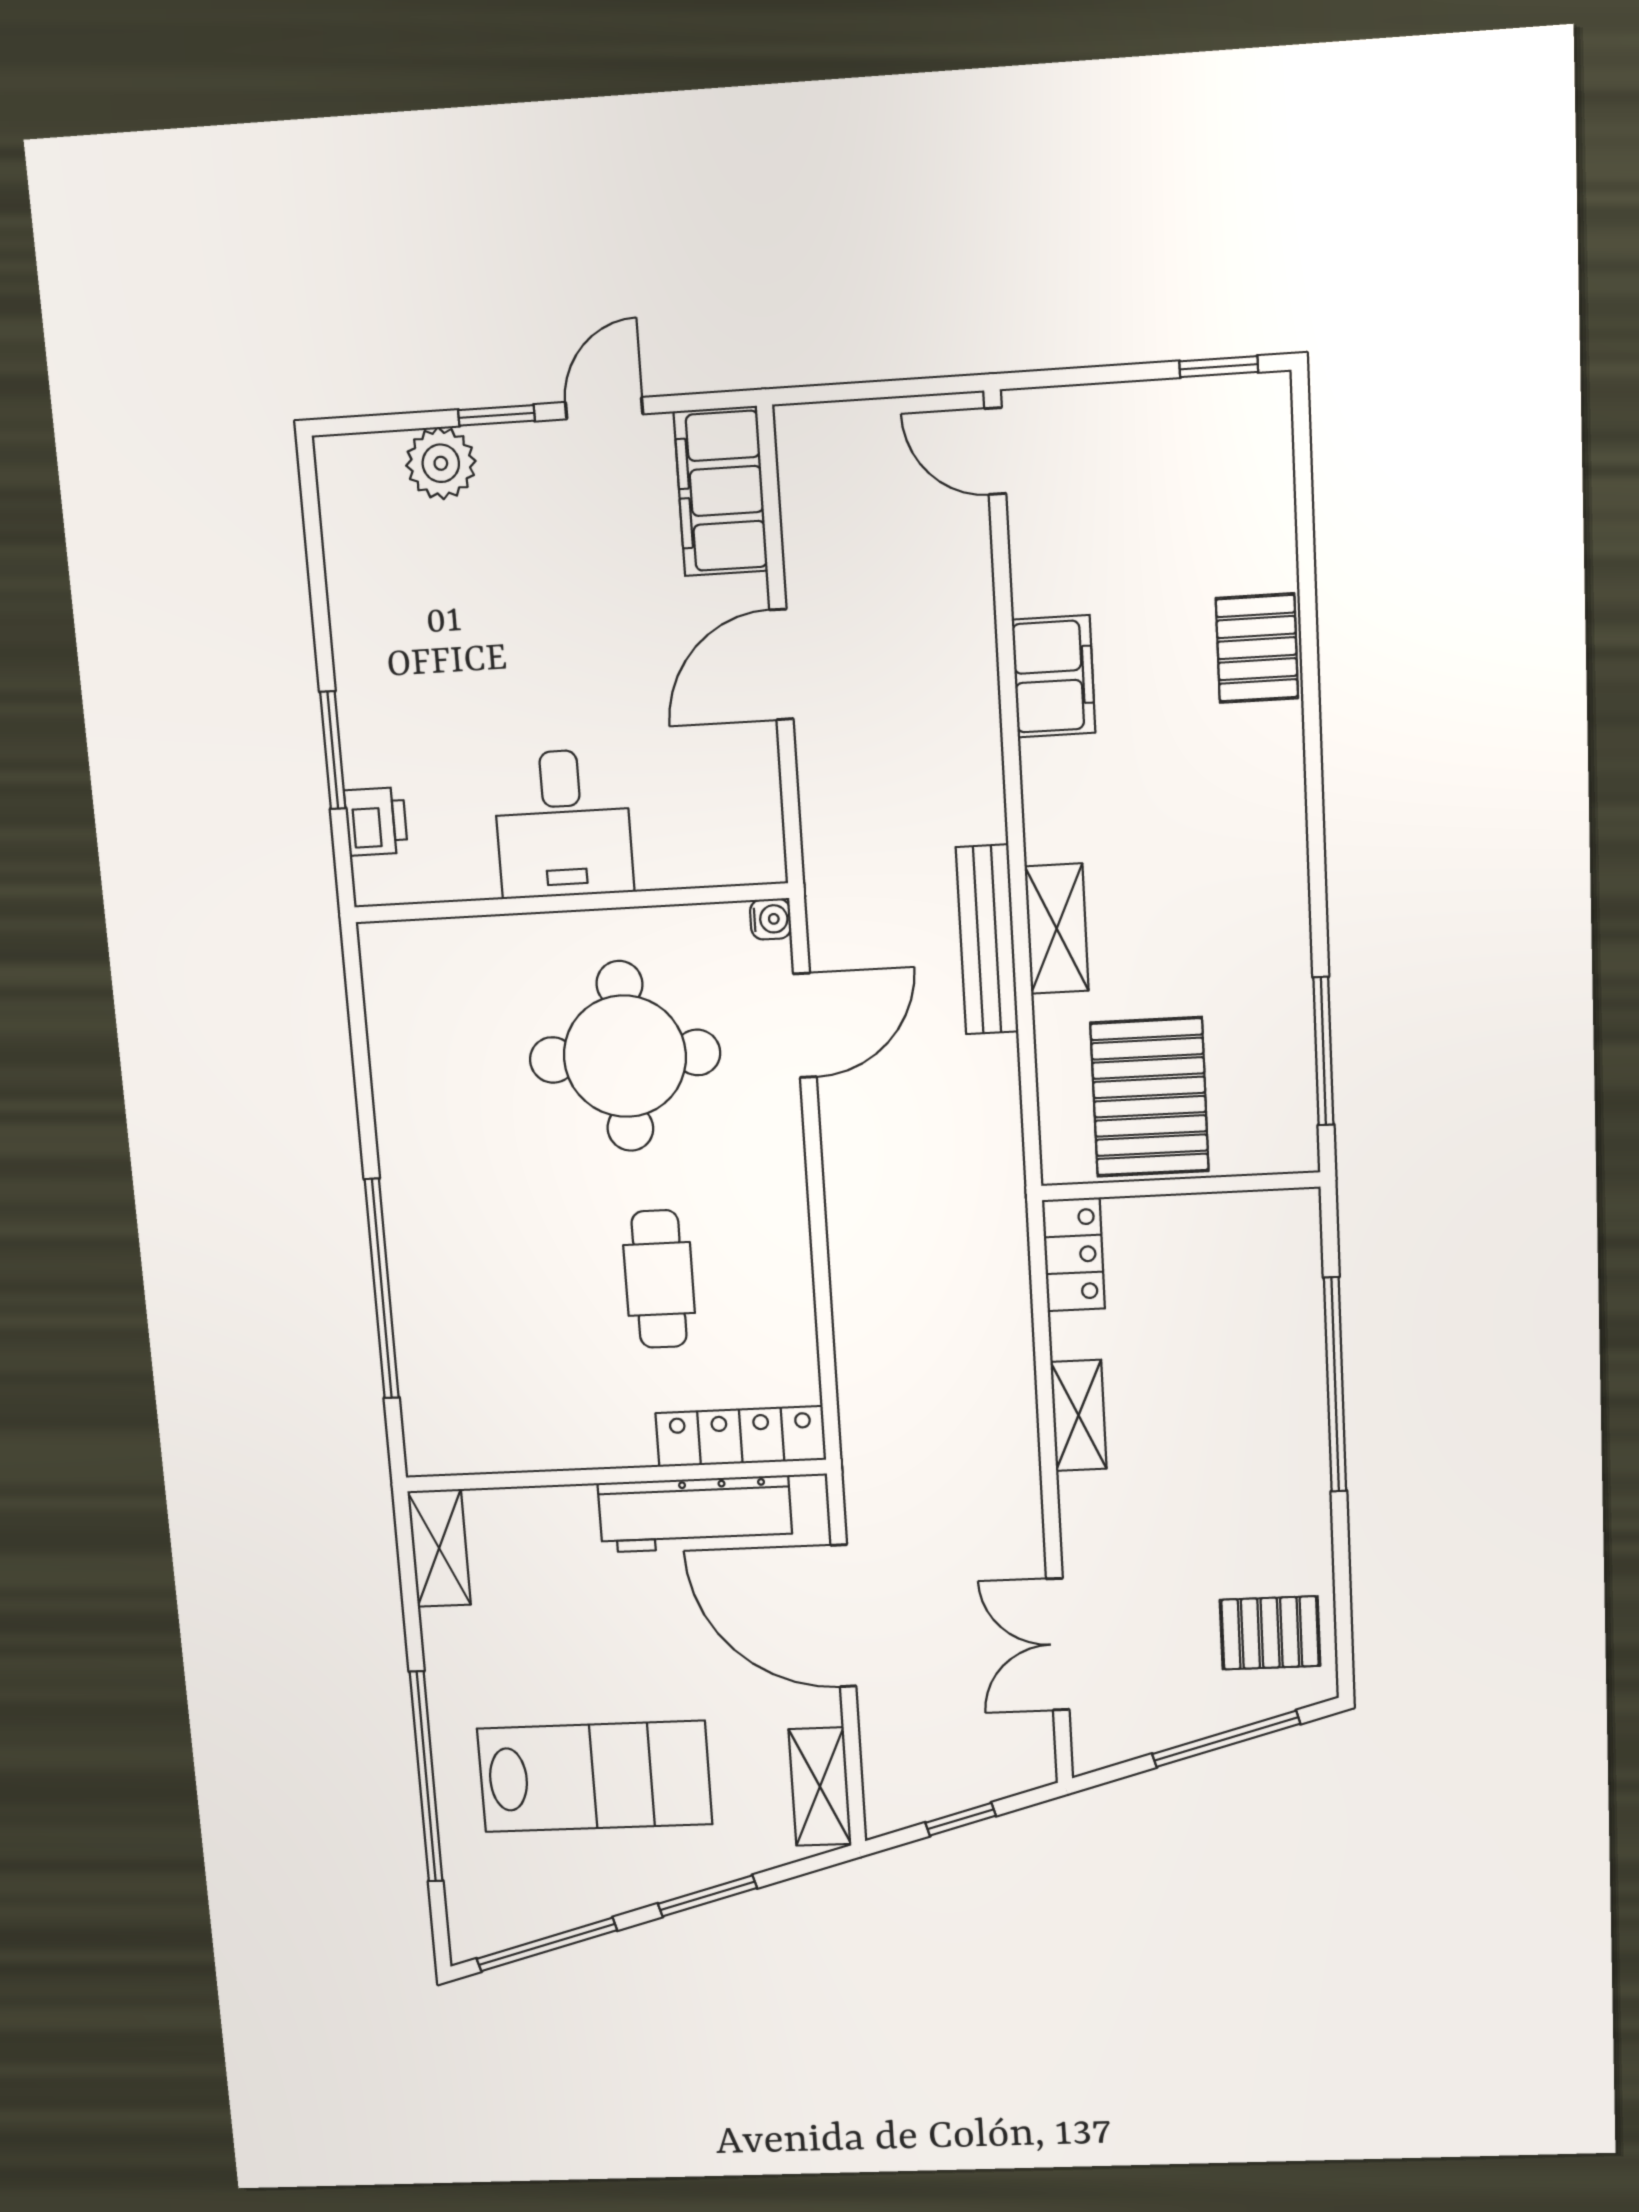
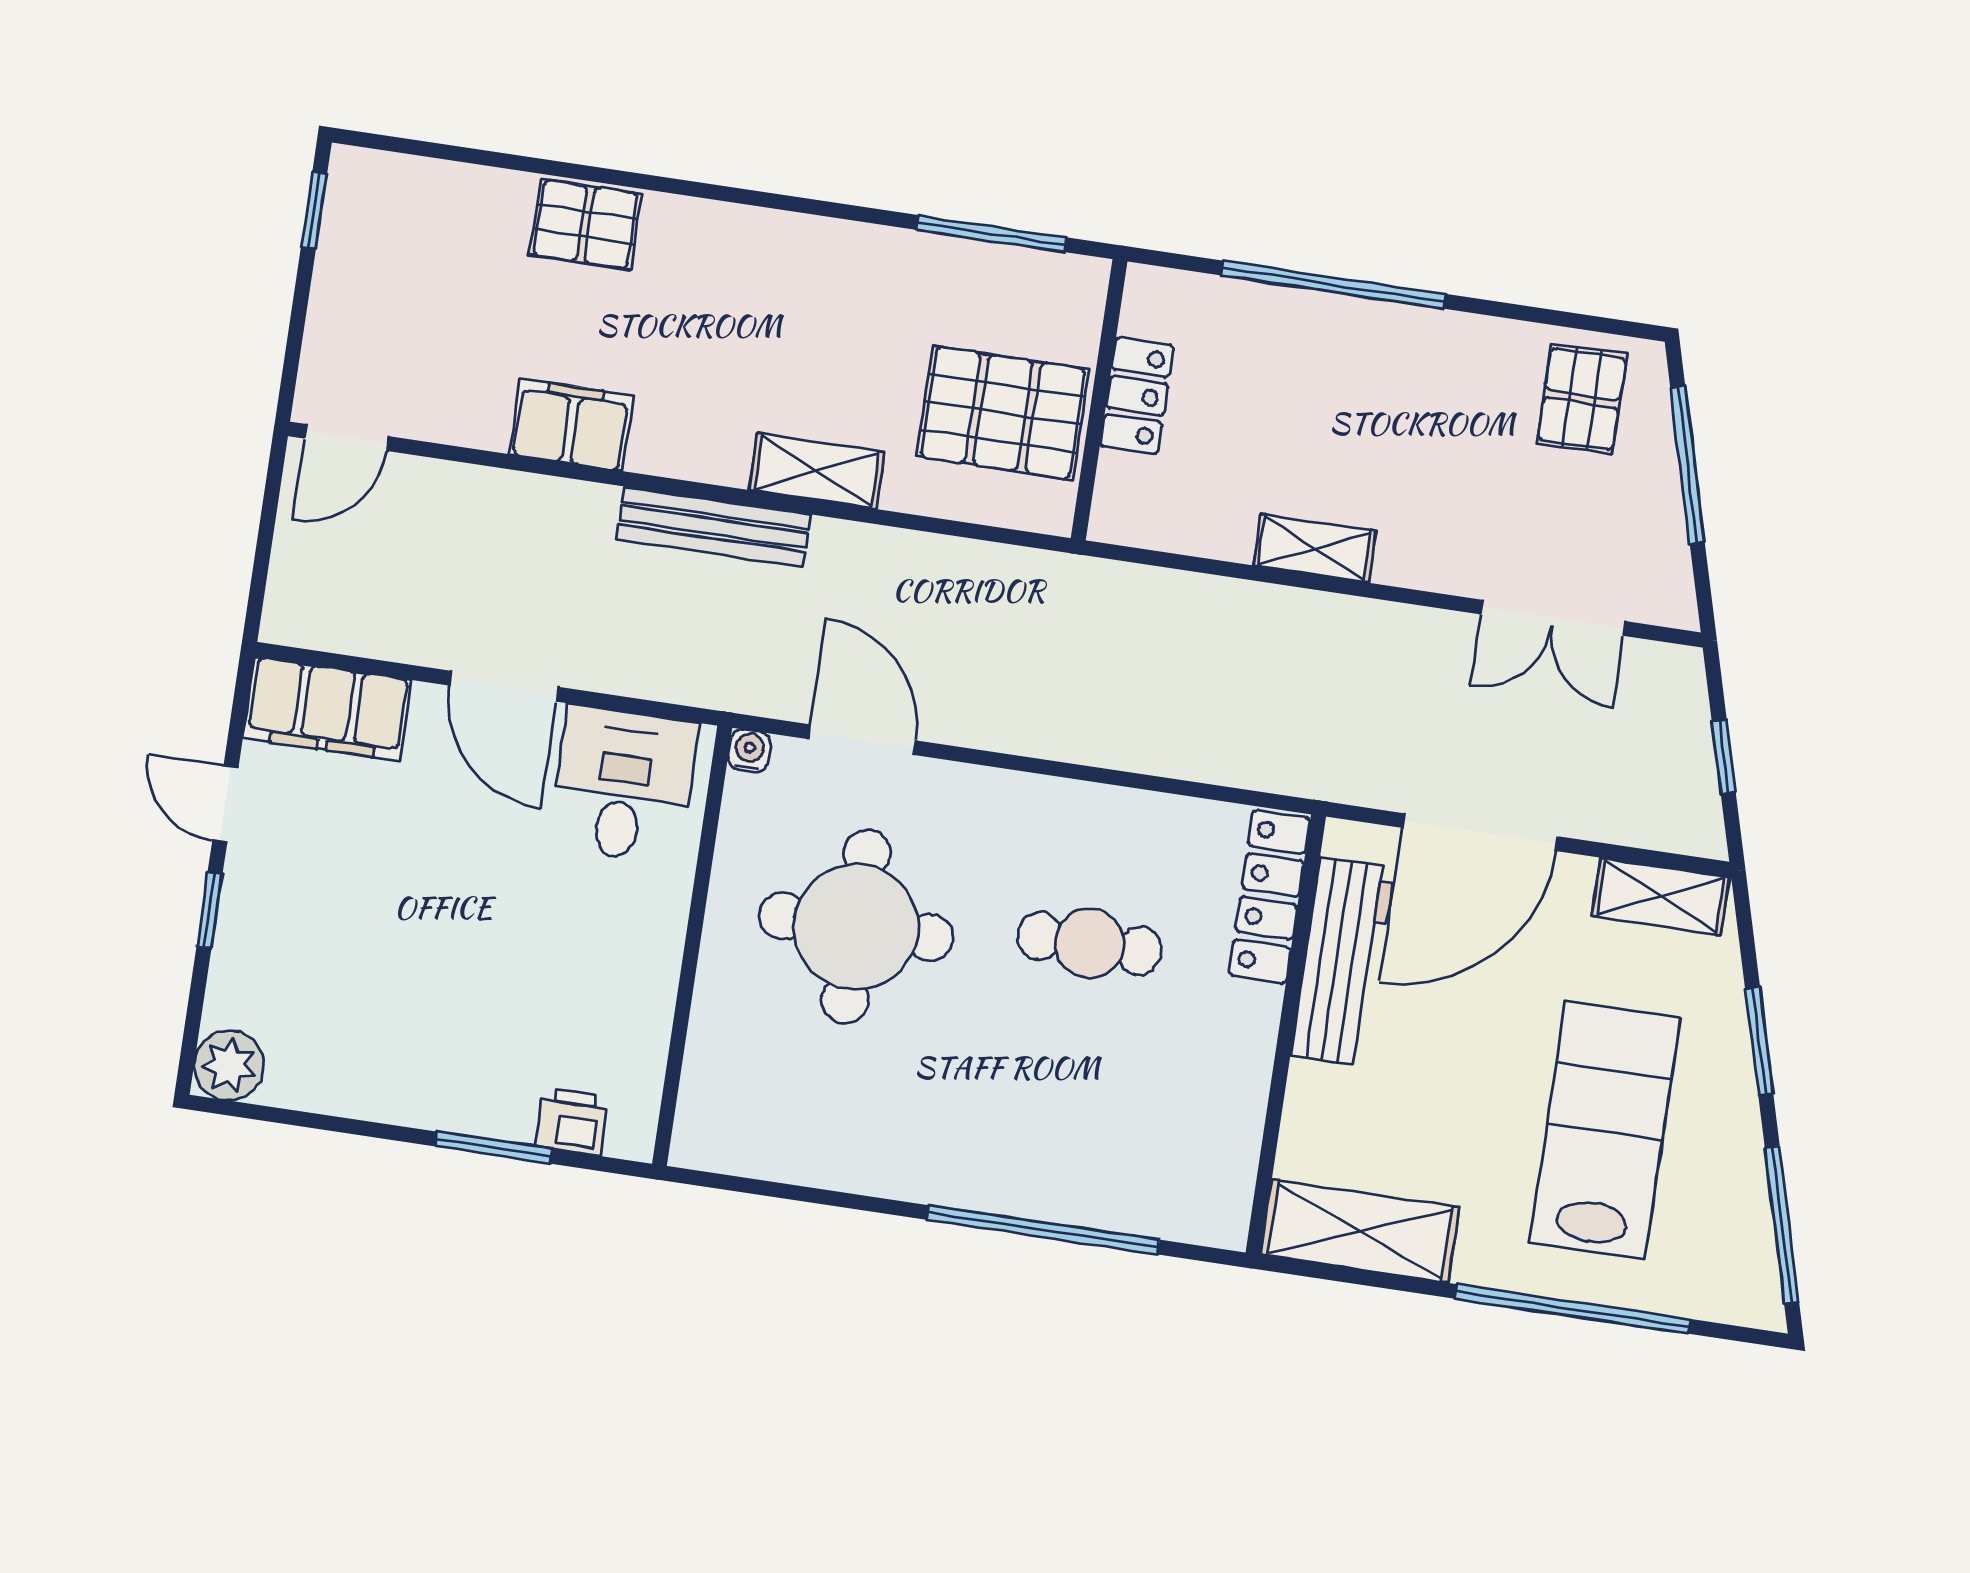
plant: (441, 463) -> (229, 1065), moved
desk: (563, 824) -> (623, 785), moved, turned -90
bench: (987, 940) -> (714, 527), moved
locker: (1073, 1254) -> (1137, 396), moved, turned 90
shelving: (439, 1548) -> (1360, 1231), width x1.50, depth x1.33

